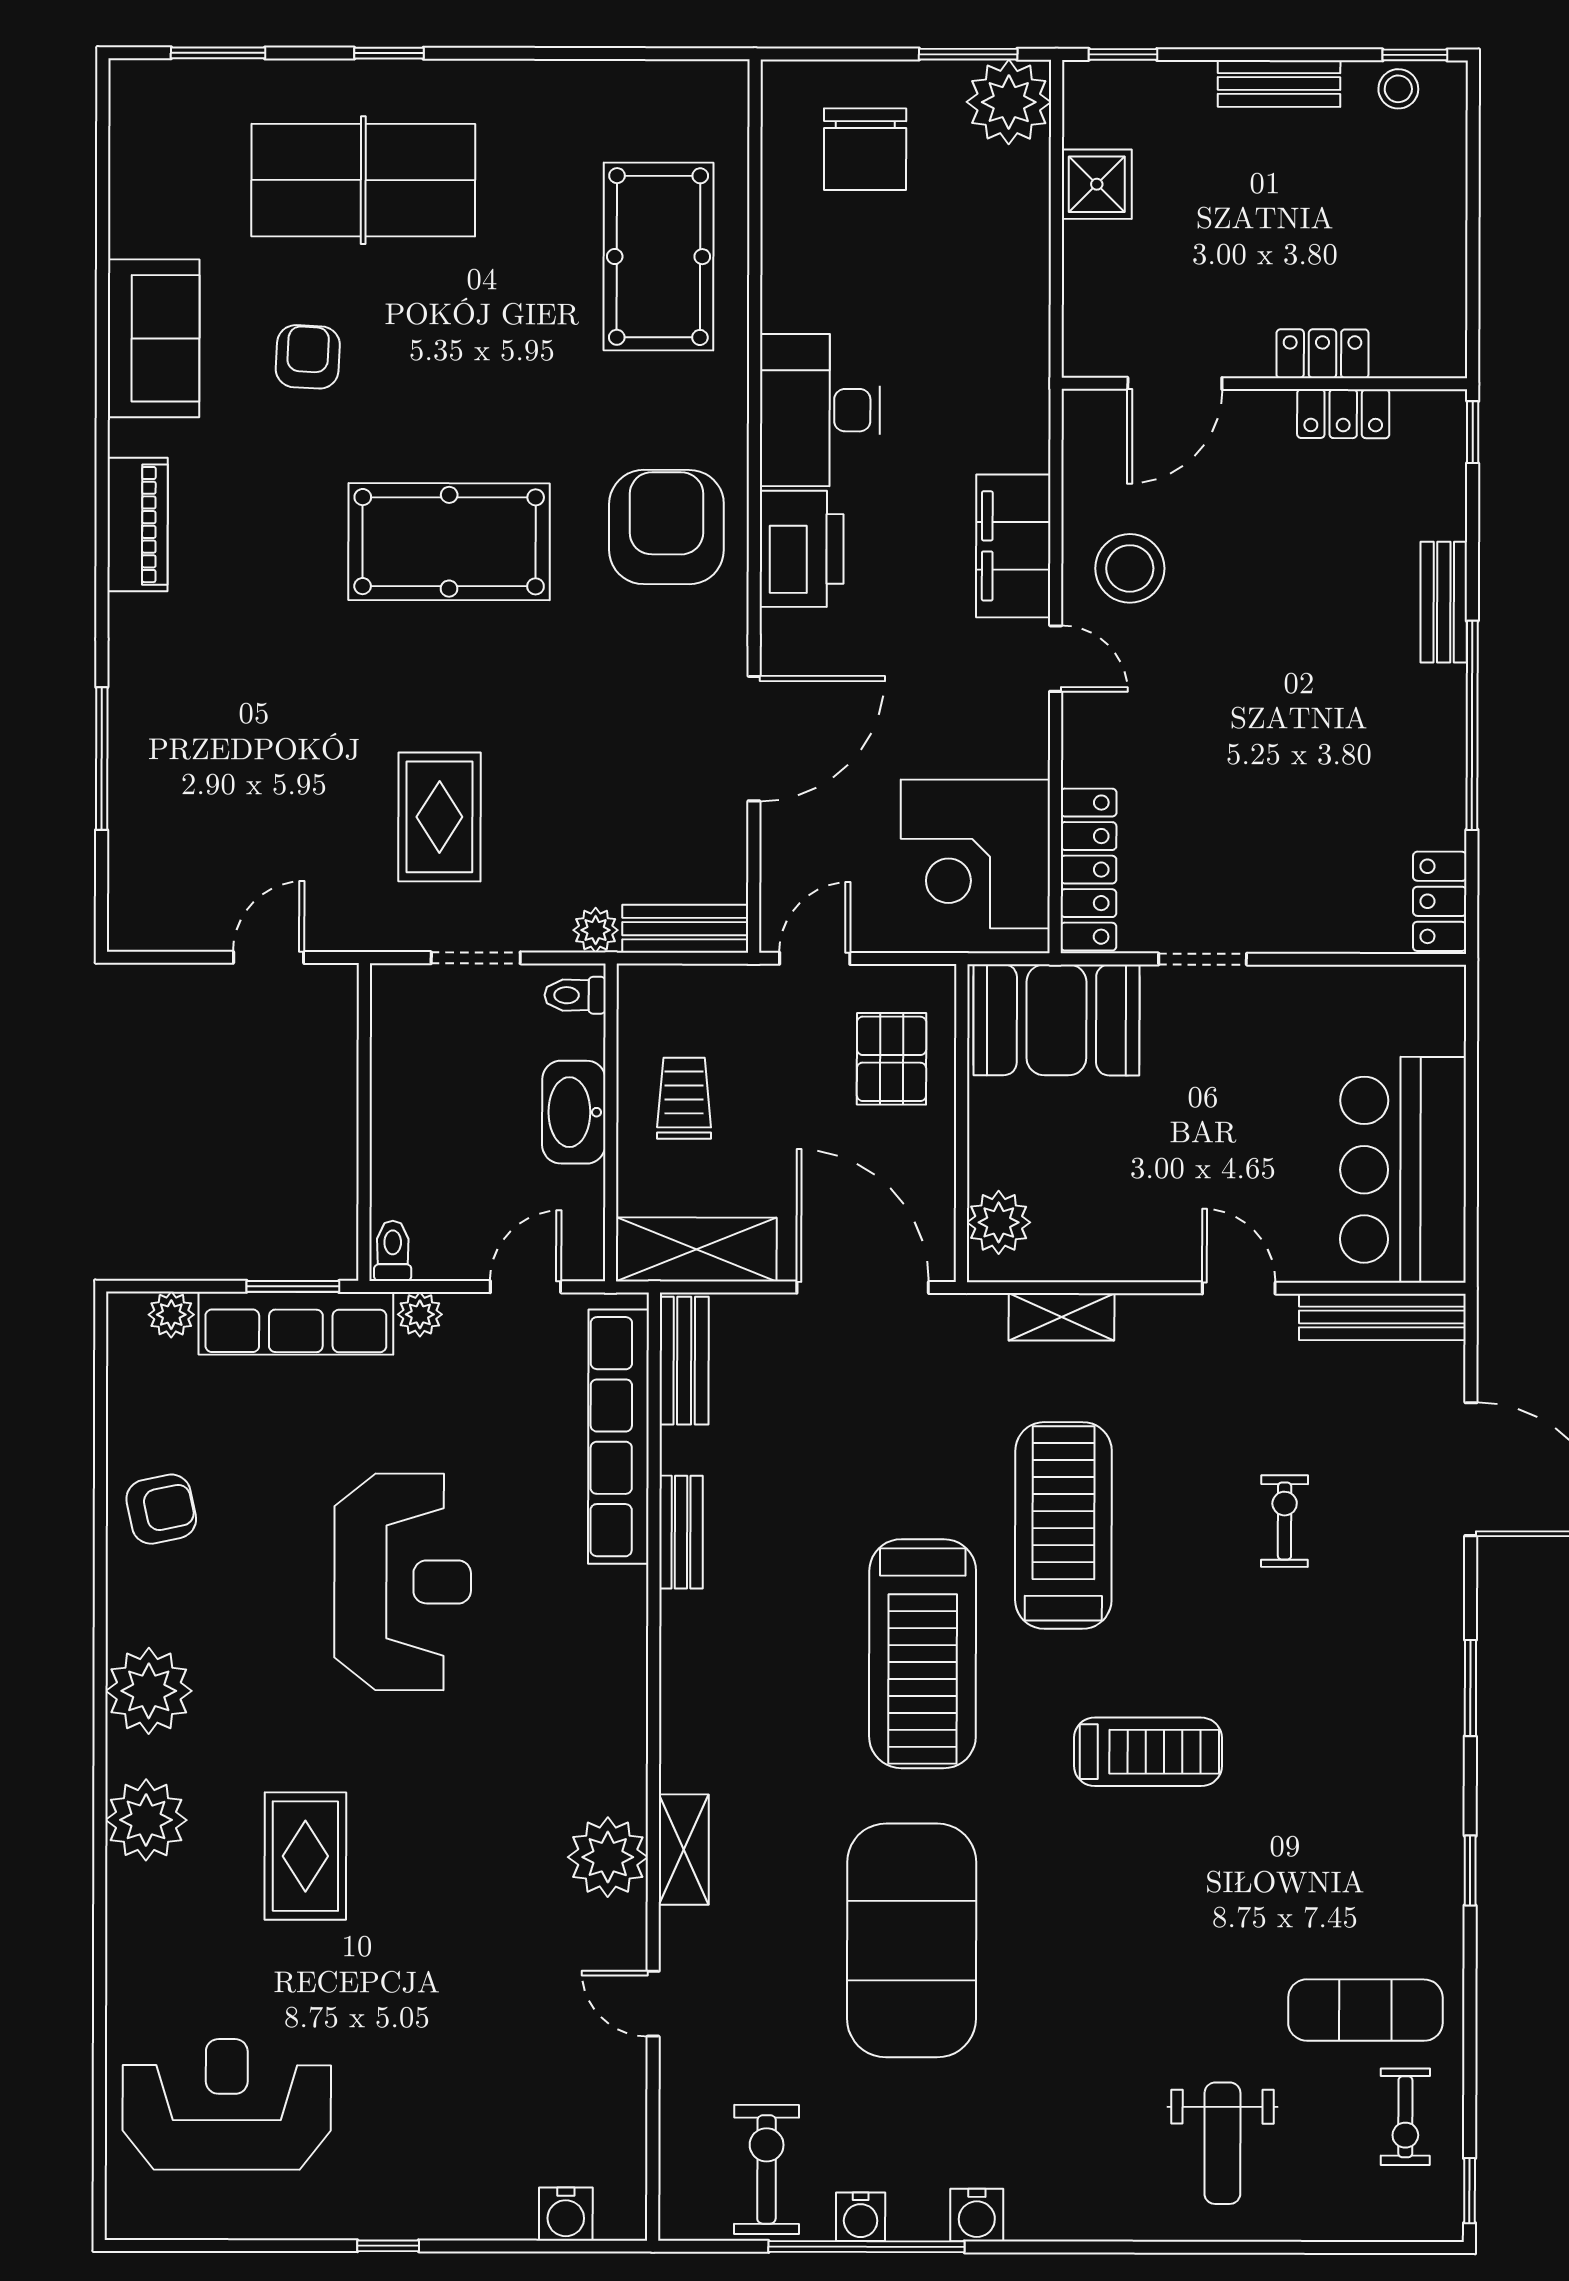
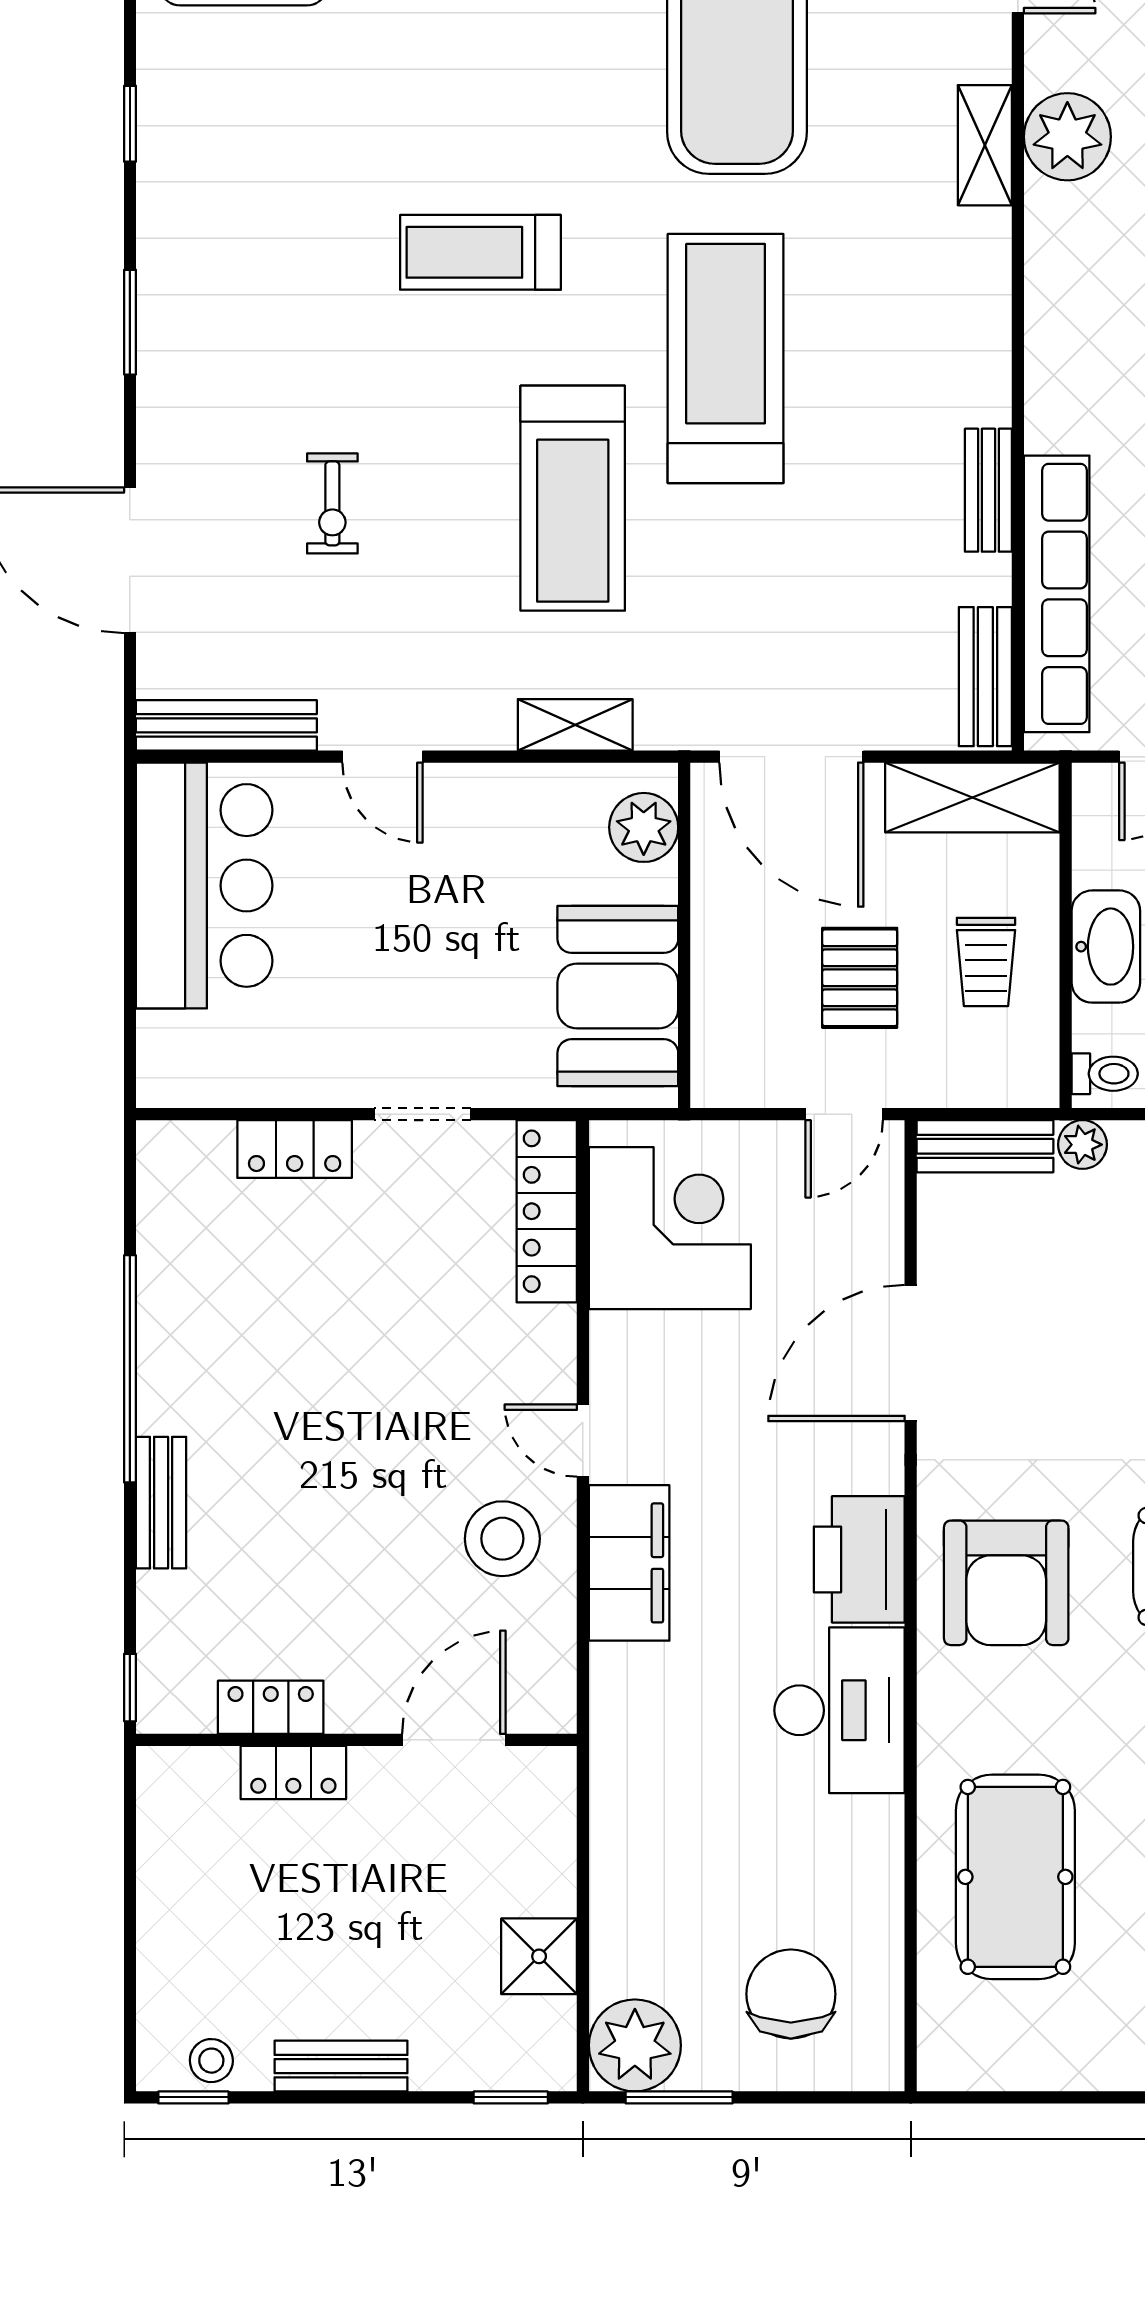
locker: (1440, 901) -> (295, 1149), moved, turned 90
booth: (1056, 1020) -> (618, 996), moved, turned 90
pallet: (892, 1059) -> (860, 978), moved

